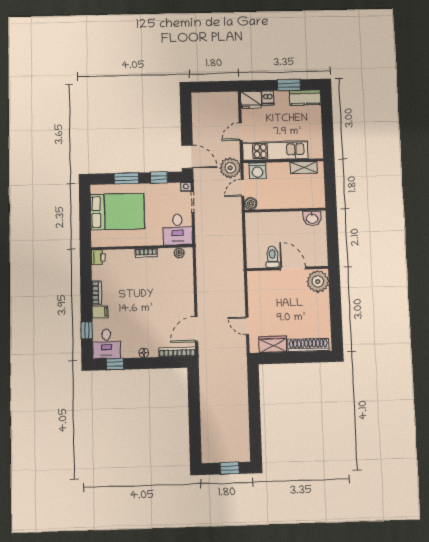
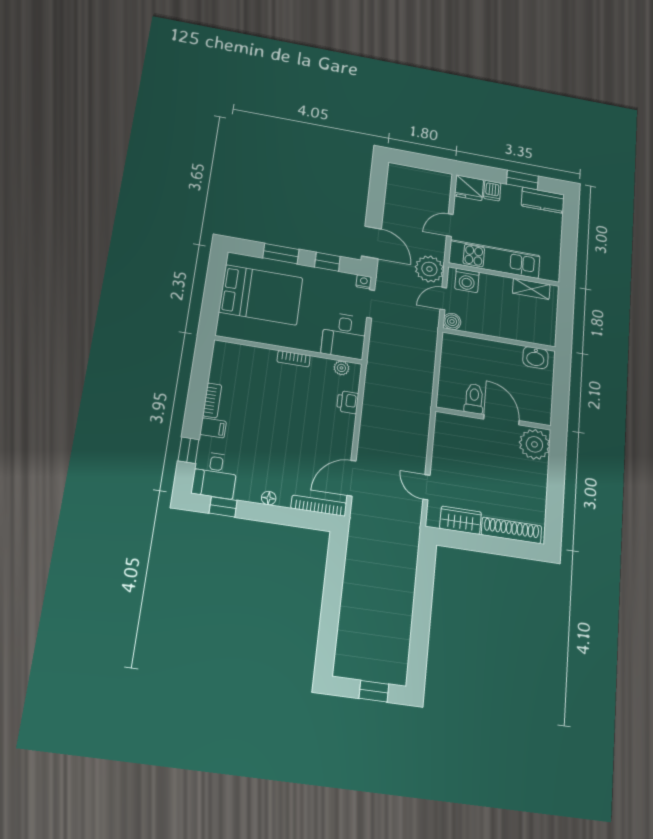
printer: (98, 257) -> (348, 402), moved, turned 180

